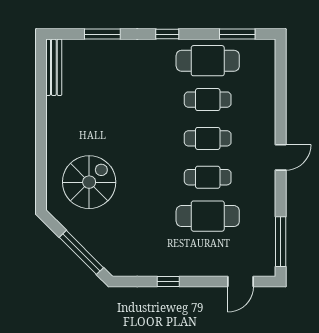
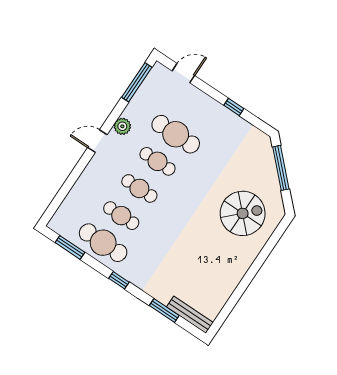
bench: (54, 67) -> (190, 315), moved, turned 90
spiral stairs: (89, 182) -> (243, 213), turned 180
plant: (266, 189) -> (122, 126), added

